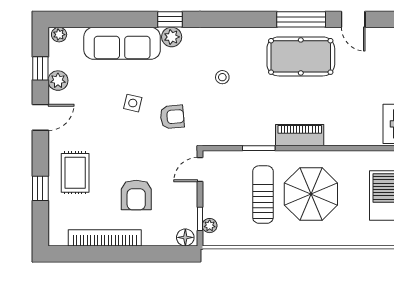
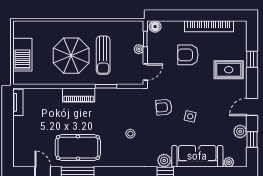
plant: (59, 35) -> (229, 162), moved
rug: (75, 173) -> (229, 70), turned 90
armchair: (136, 195) -> (188, 55), turned -90
plant: (210, 226) -> (139, 49), moved

